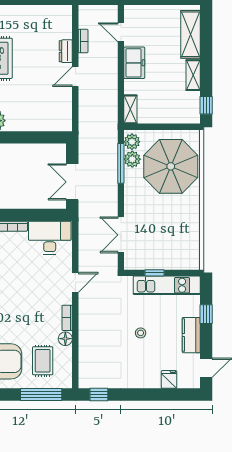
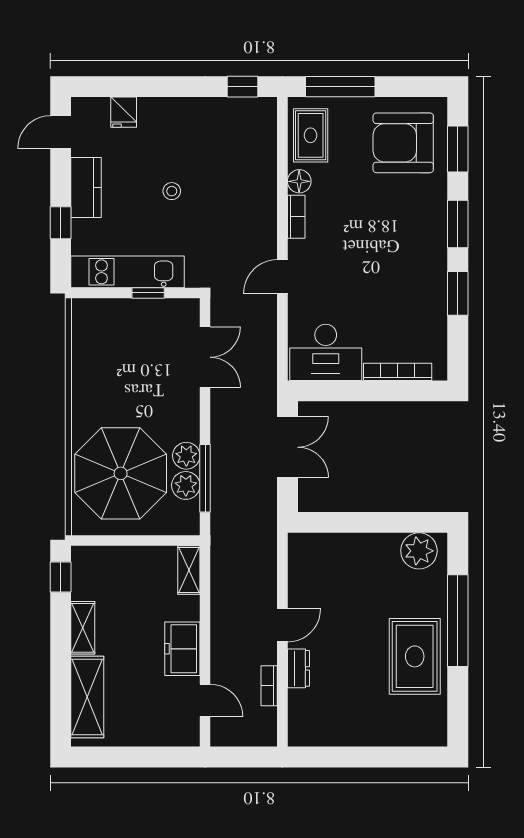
plant: (132, 142) -> (186, 456), moved
rug: (43, 361) -> (311, 135), moved

